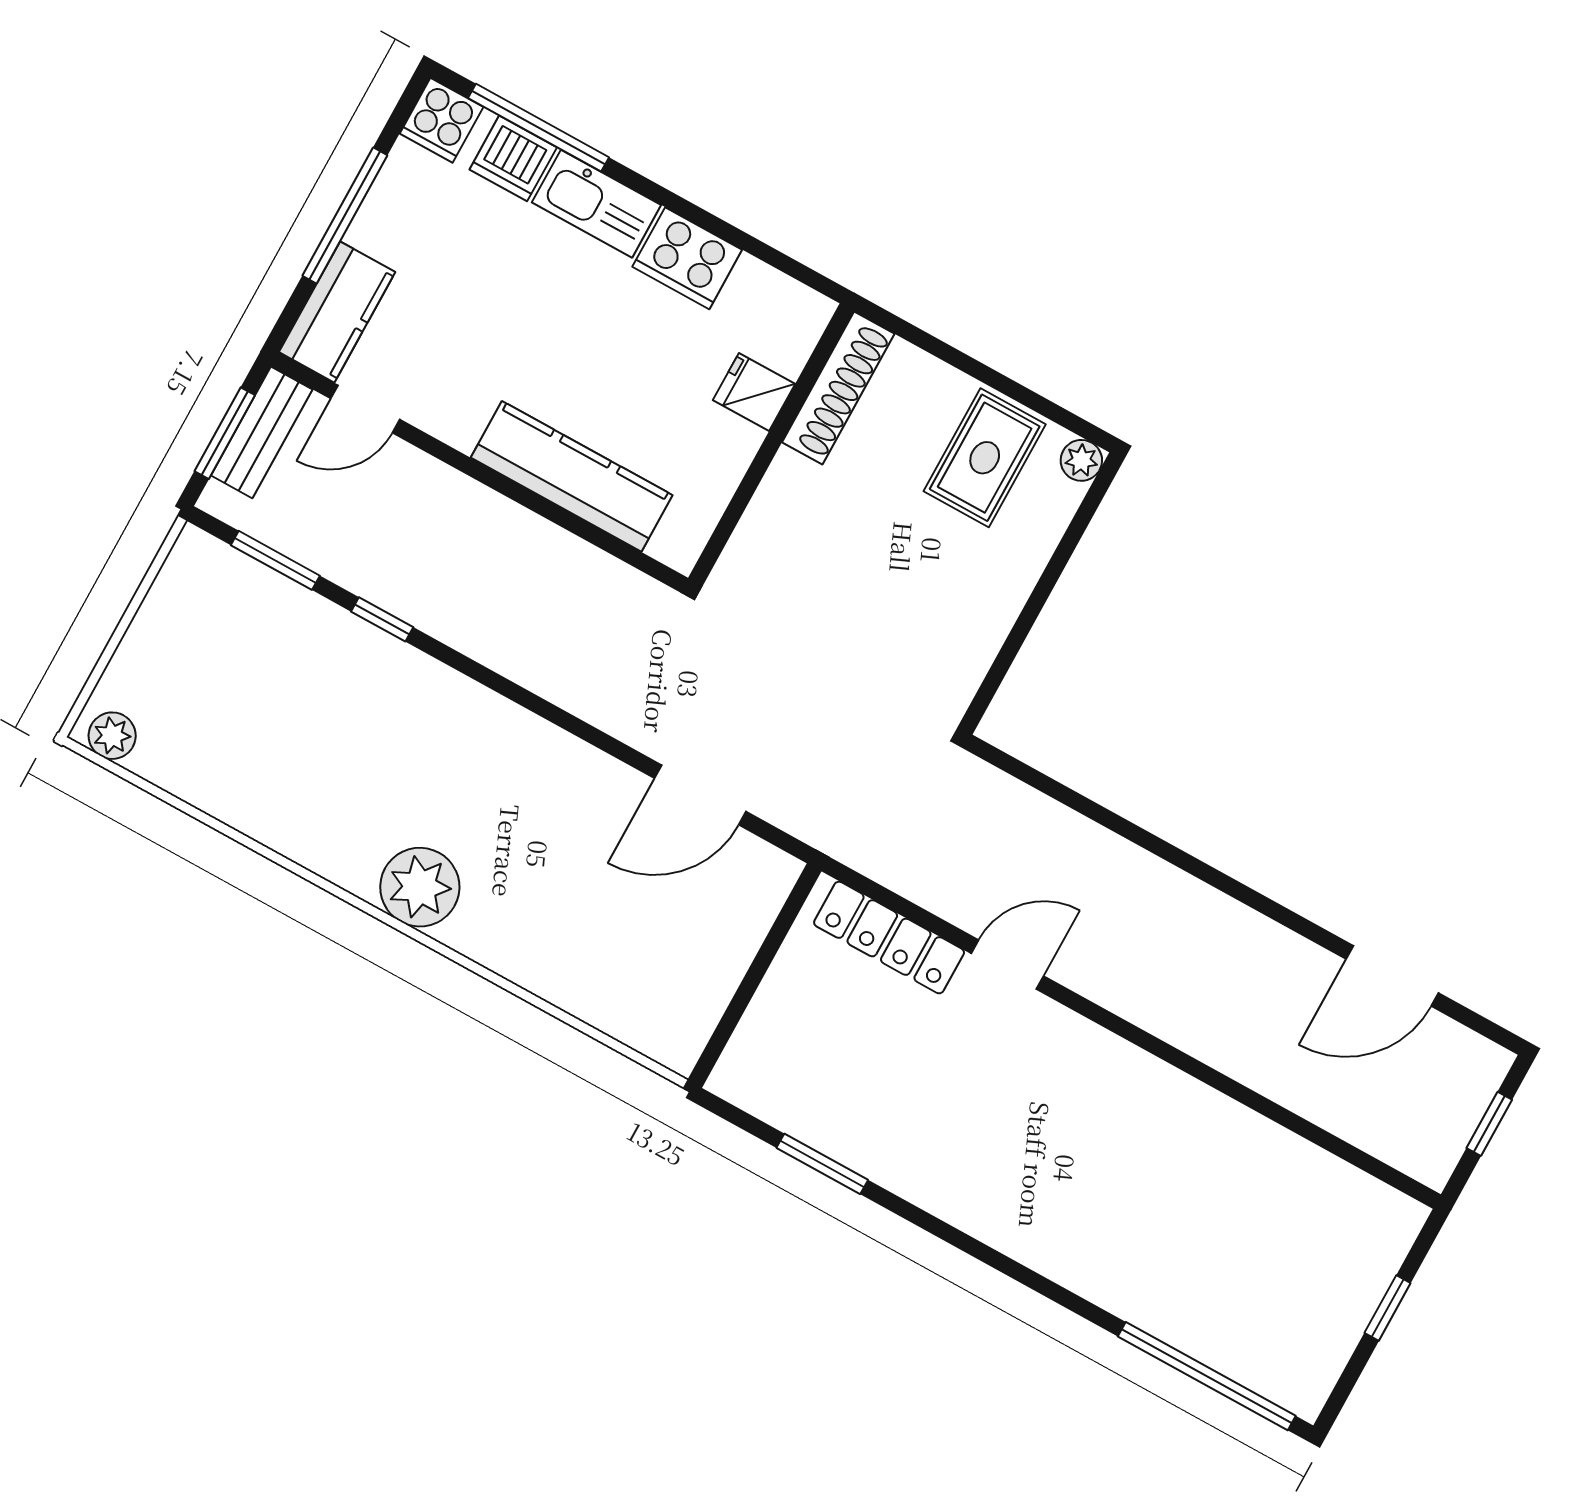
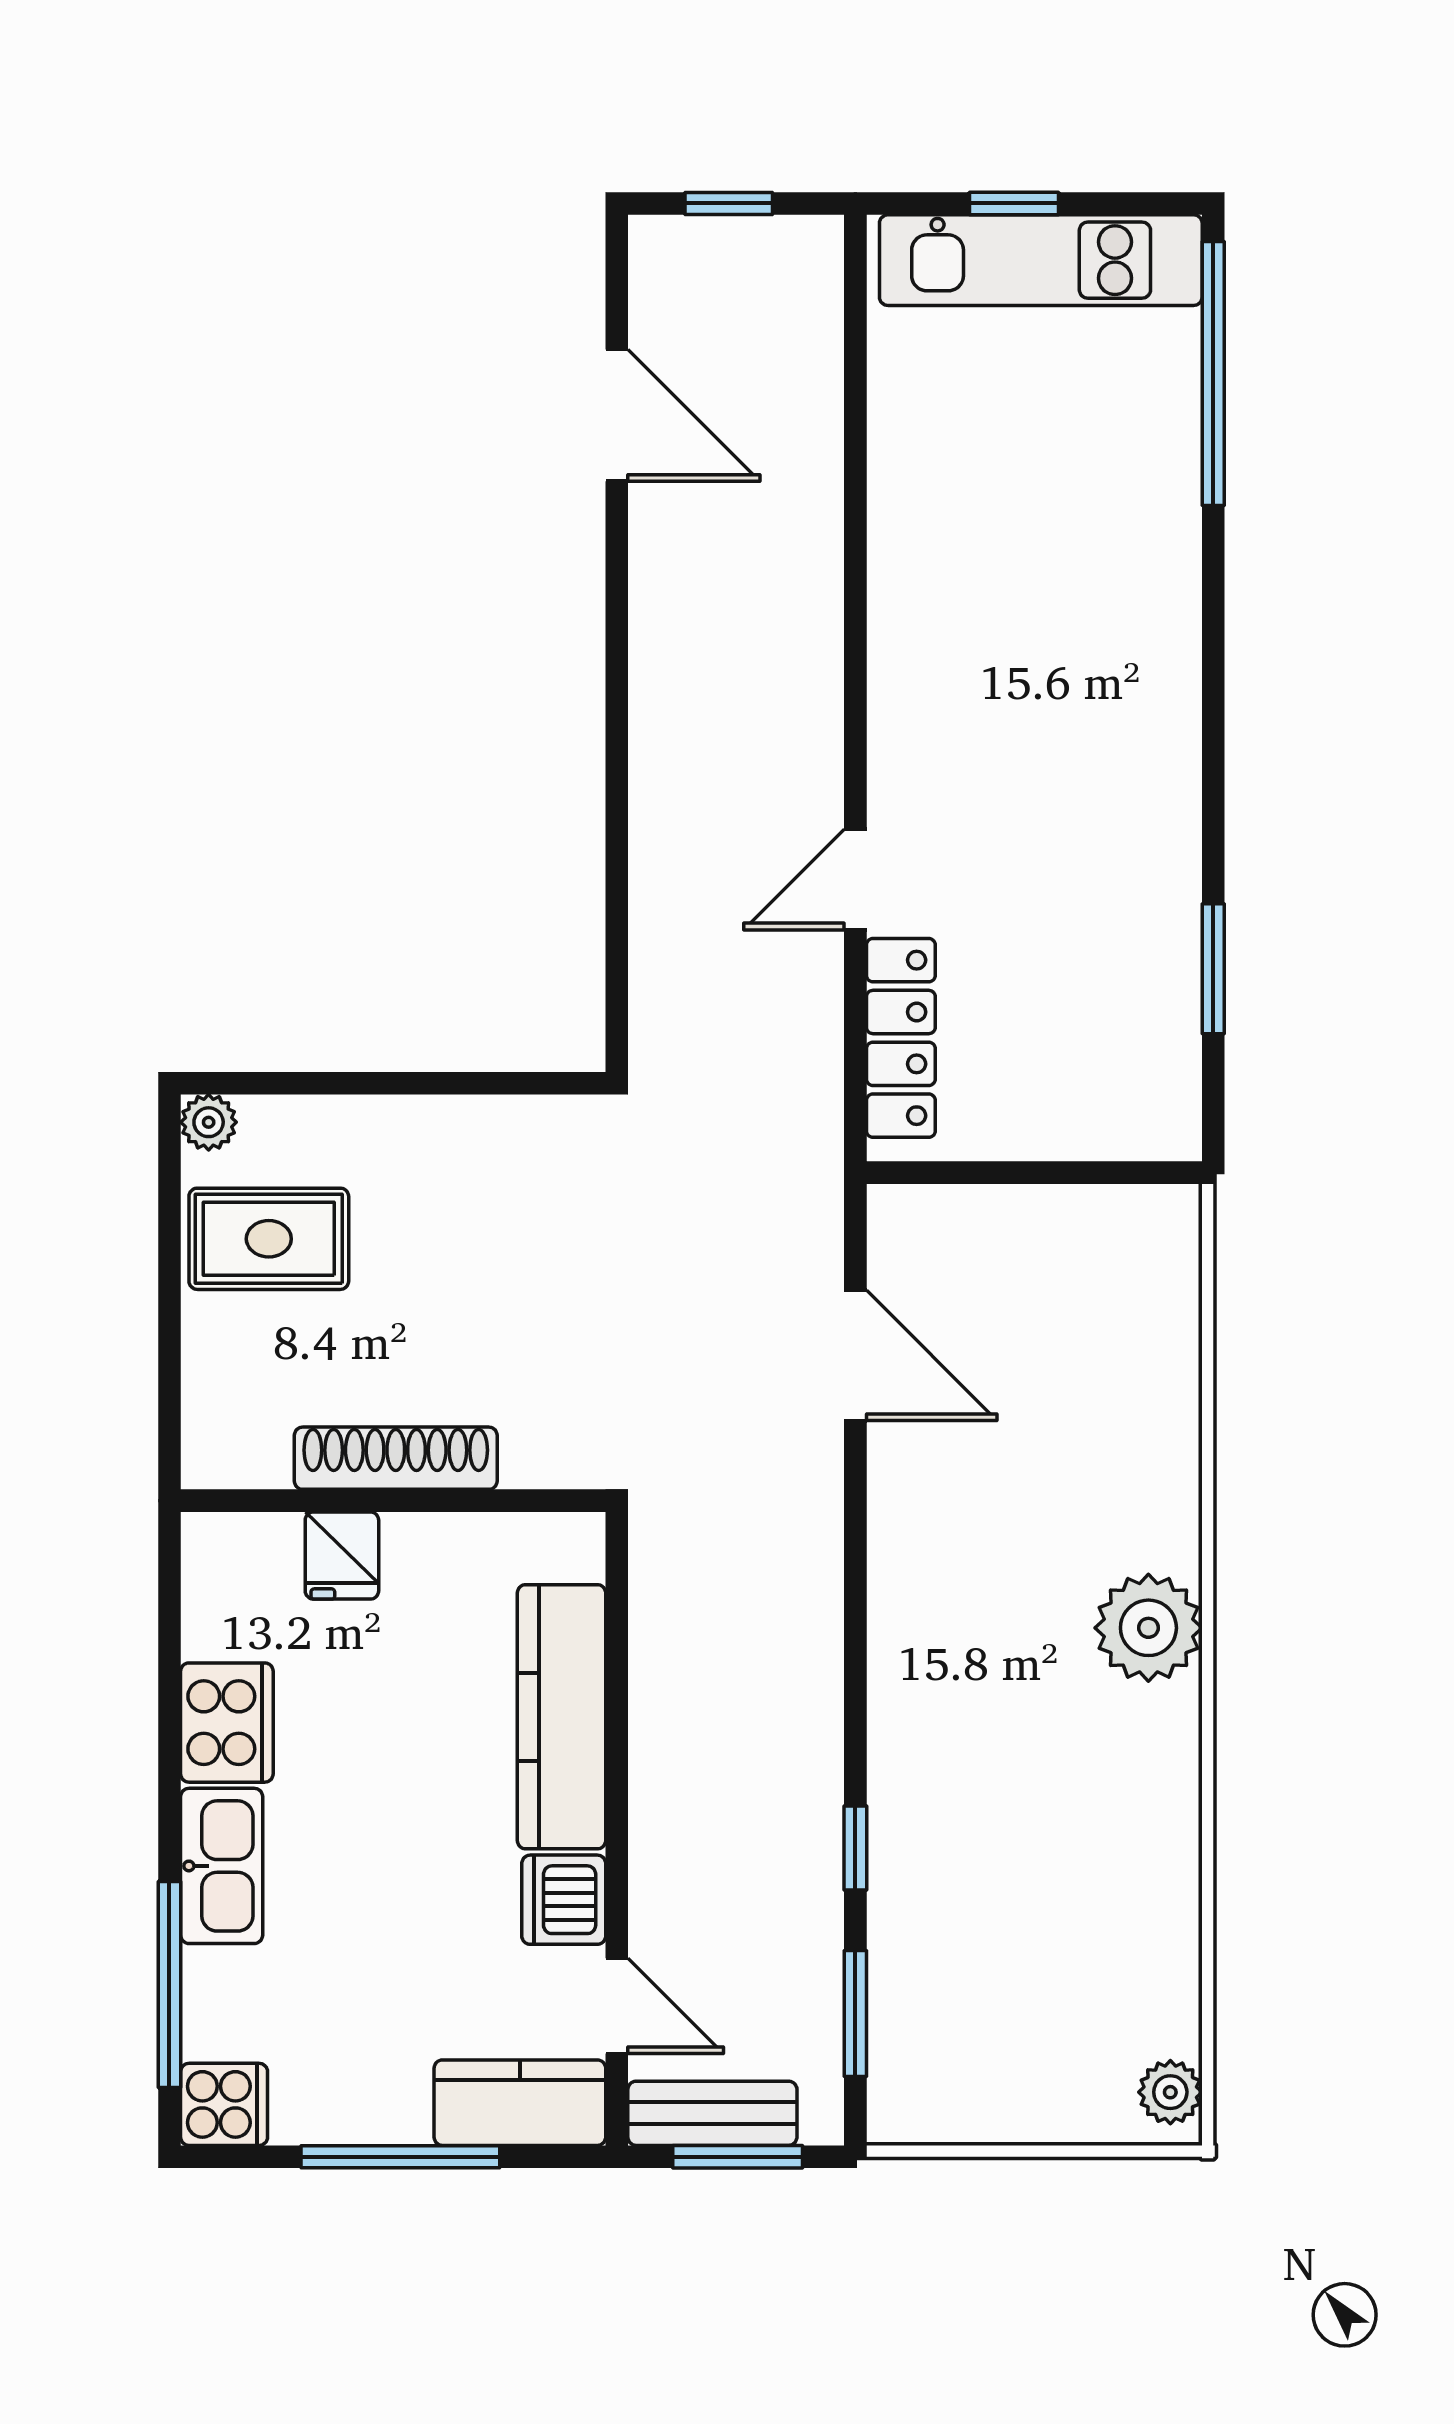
dishwasher: (513, 158) -> (564, 1900), moved, turned 180
shoe rack: (838, 388) -> (396, 1458), moved
door: (1007, 965) -> (855, 880), hinge flipped
kitchen unit: (1341, 1305) -> (1041, 260), added

